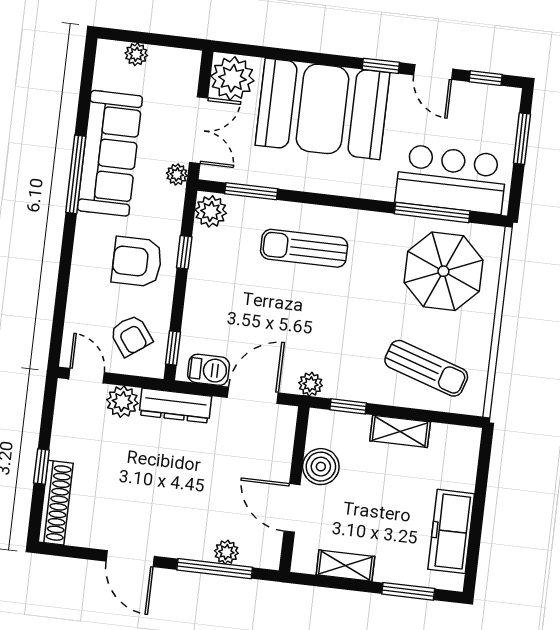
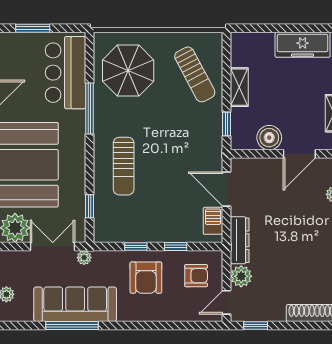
window: (76, 174) -> (72, 326), moved
window: (251, 191) -> (89, 206), width x0.67
plant: (211, 211) -> (106, 232), removed
window: (432, 212) -> (89, 109), moved
armchair: (131, 336) -> (196, 276), turned 36
window: (173, 348) -> (176, 246), moved
sun lounger: (426, 368) -> (195, 74), turned 134
plant: (311, 384) -> (215, 151), removed
window: (41, 467) -> (256, 326), moved

